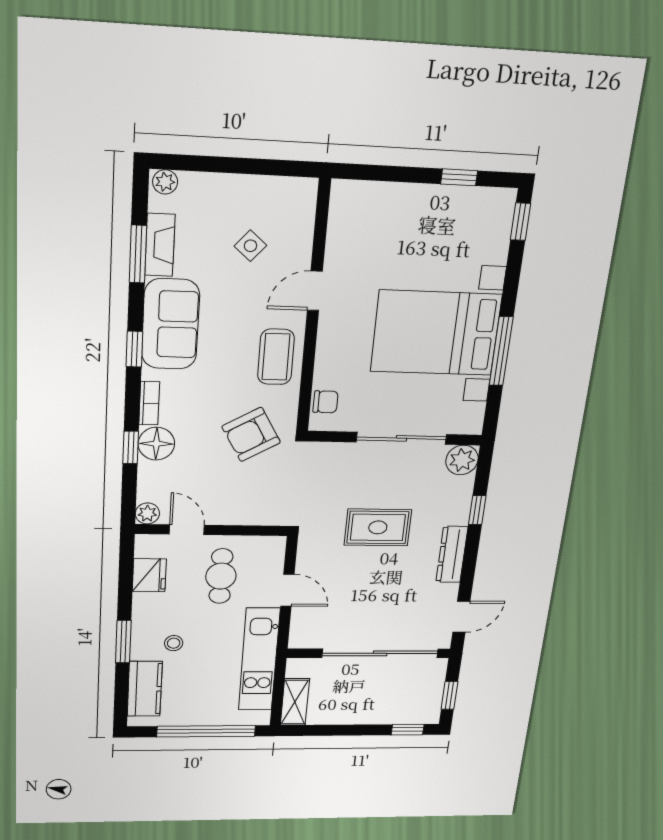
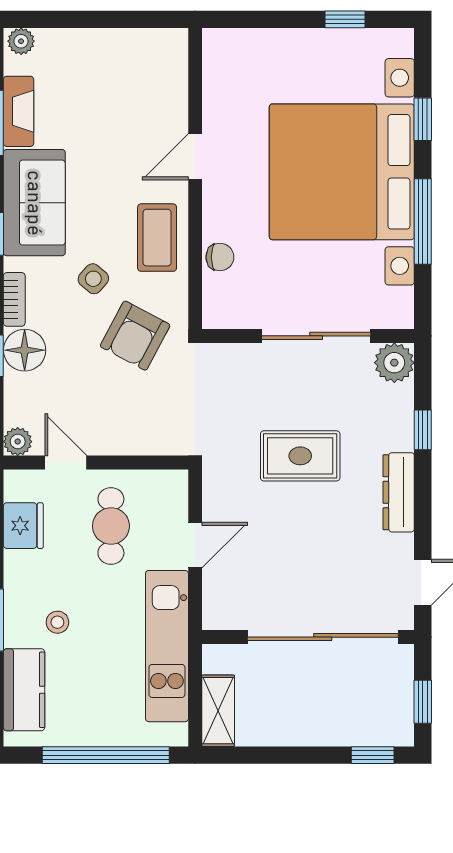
window: (521, 222) -> (423, 119), moved
side table: (250, 246) -> (93, 279), moved
bed with nightstands: (436, 333) -> (342, 172), width x1.36
chair: (326, 402) -> (220, 257), moved
armchair: (251, 434) -> (135, 336), turned -32
door: (287, 590) -> (195, 545), hinge flipped

